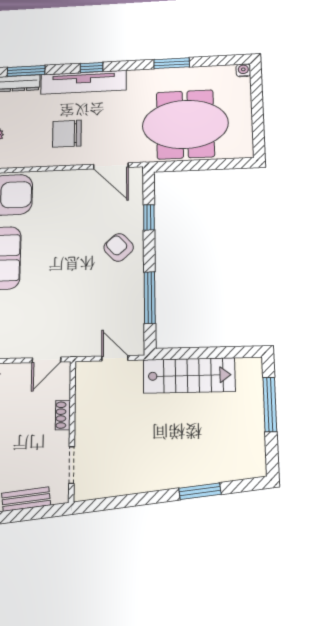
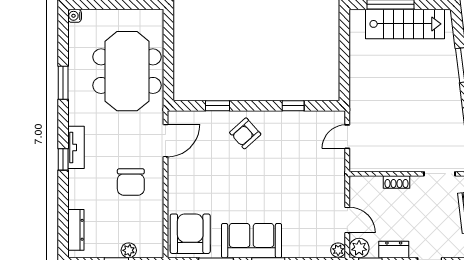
window: (26, 71) -> (63, 223), removed
tv unit: (83, 82) -> (76, 147), width x0.52, depth x0.78
window: (150, 298) -> (293, 106), width x0.46
door: (46, 360) -> (347, 220), moved
stairs: (189, 375) -> (405, 24), moved, turned 90

